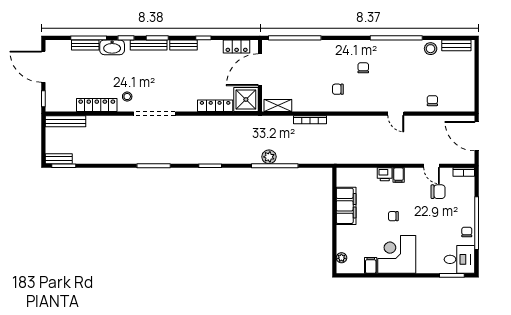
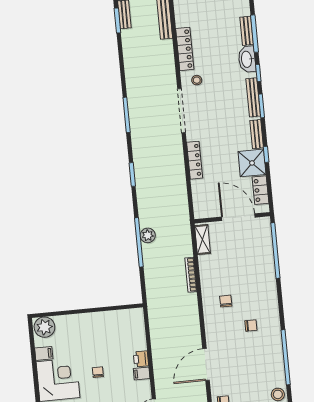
shower: (246, 100) -> (252, 163), moved
locker: (215, 106) -> (195, 160), moved
door: (396, 114) -> (206, 364), width x1.88
filing cabinet: (346, 206) -> (104, 321), removed
plant: (341, 258) -> (44, 327), width x1.87, depth x1.87

